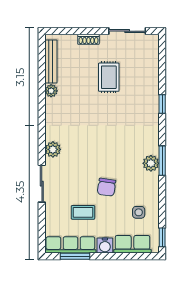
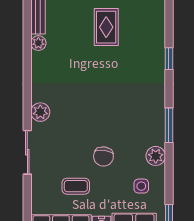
plant: (151, 163) -> (156, 156), moved

